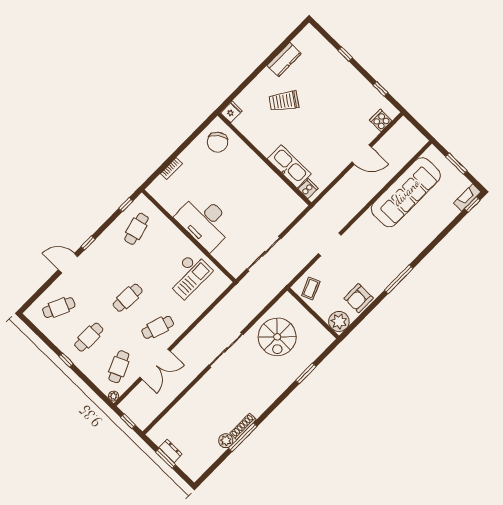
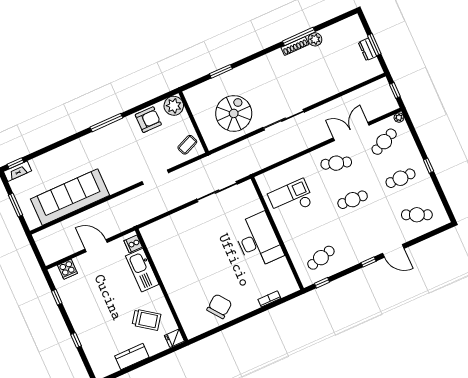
fridge: (231, 112) -> (174, 338), moved
wall: (264, 159) -> (161, 285), moved
kitchen sink: (289, 166) -> (142, 270), moved
cooker: (308, 189) -> (133, 244), moved

